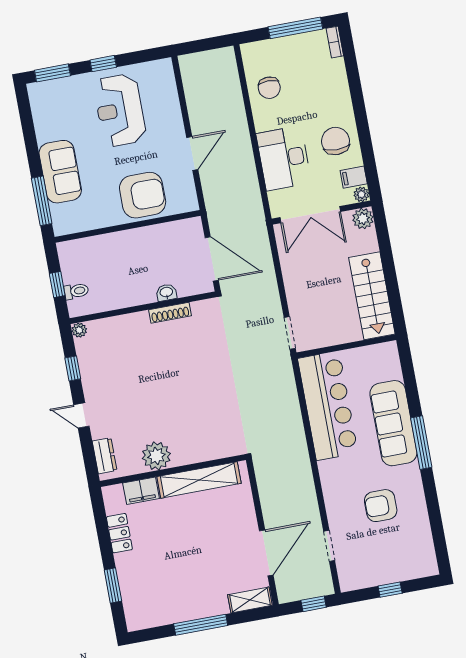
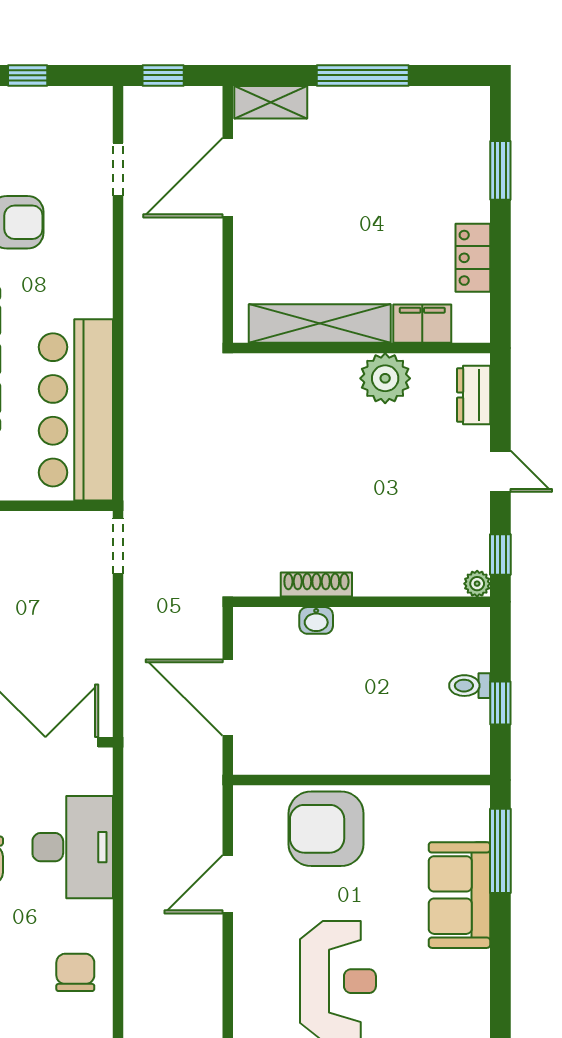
washbasin: (166, 292) -> (316, 620), moved
wall: (143, 308) -> (362, 602), moved
shoe rack: (170, 313) -> (316, 585), moved
plant: (79, 330) -> (477, 584), moved

